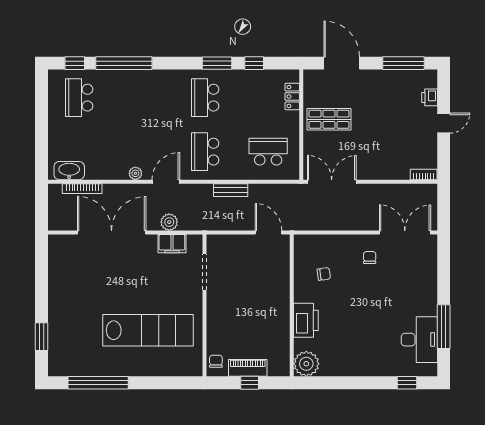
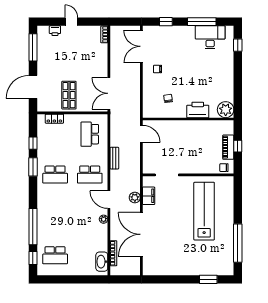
door: (269, 232) -> (141, 134), swing flipped
window: (444, 270) -> (166, 22), added

